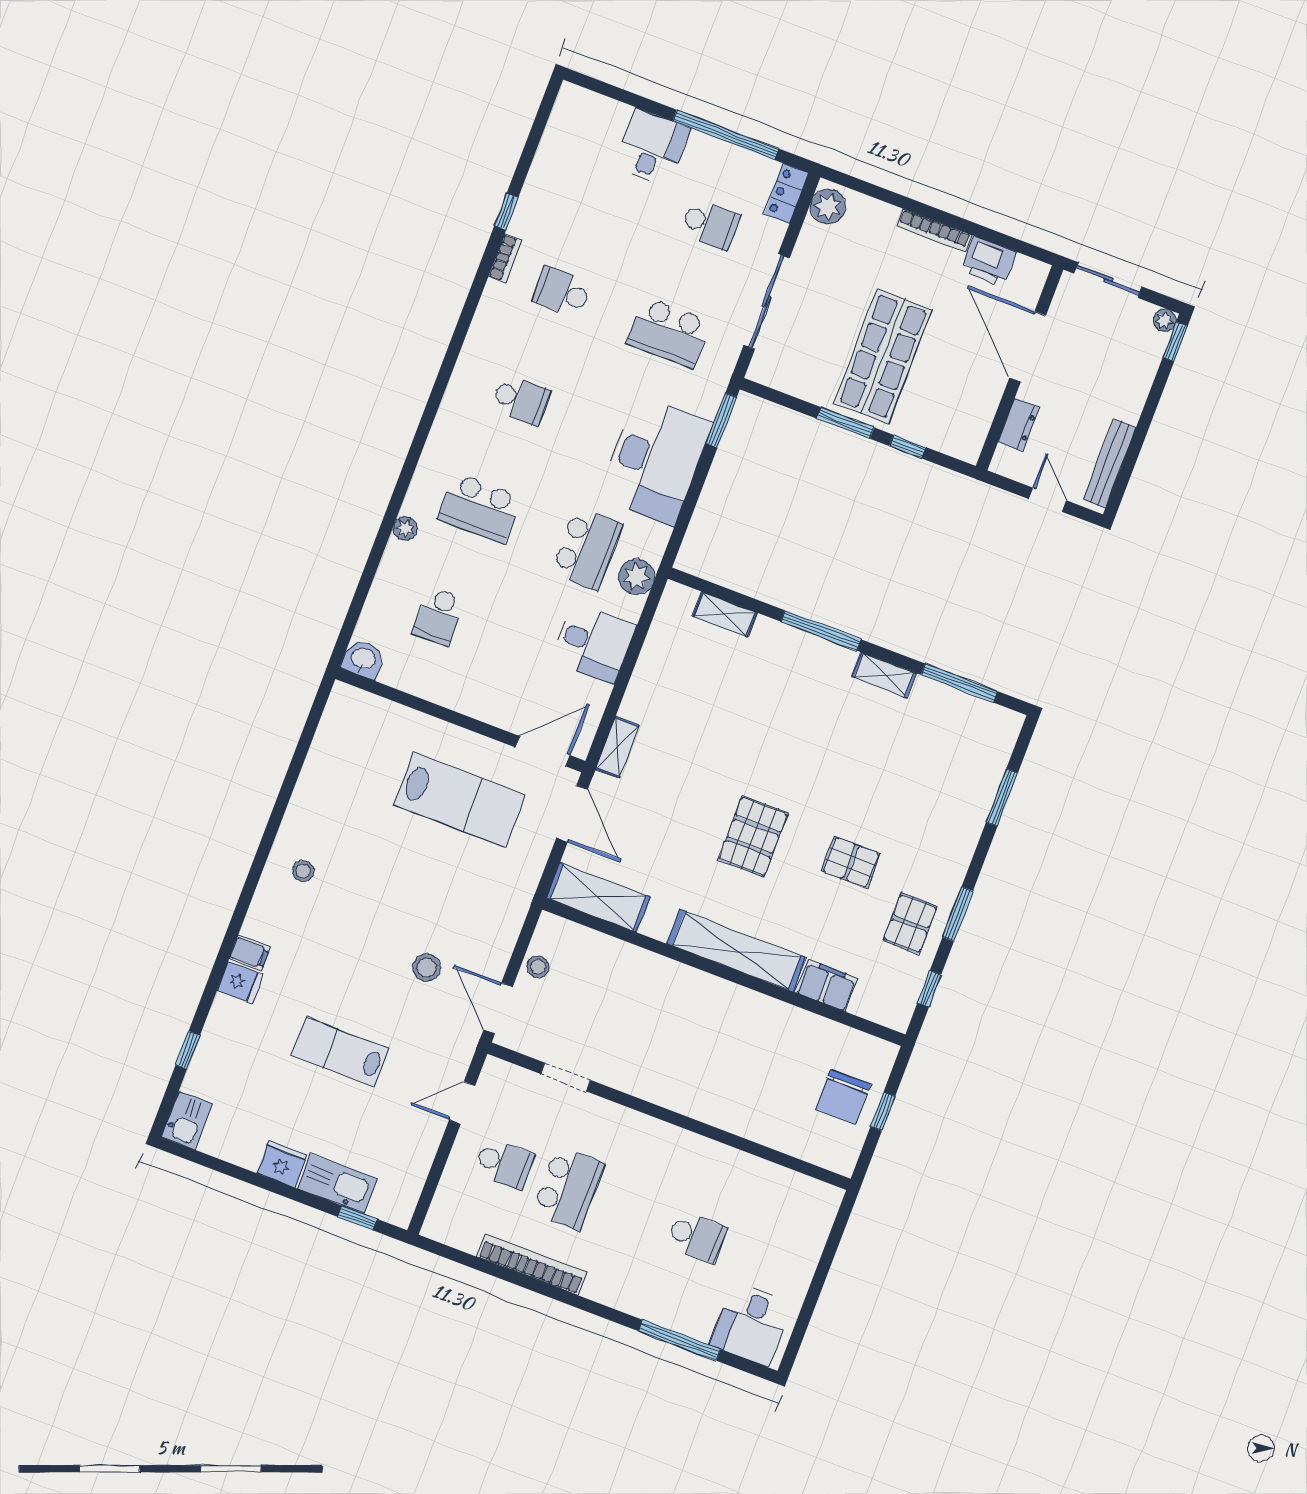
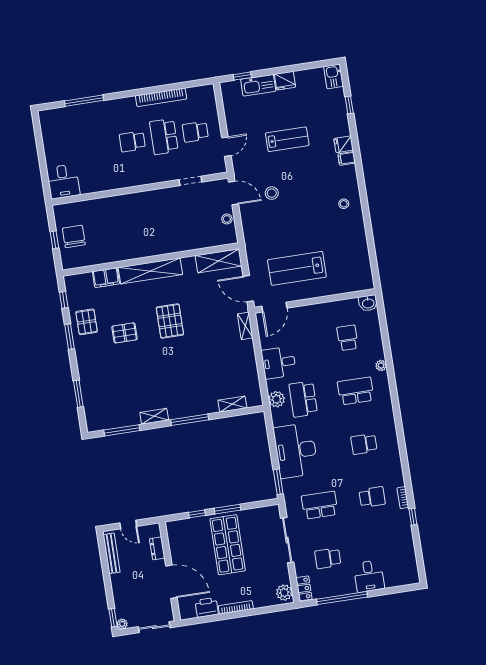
school desk: (697, 1237) -> (132, 141), moved
desk: (751, 1324) -> (63, 181), moved, turned 180

